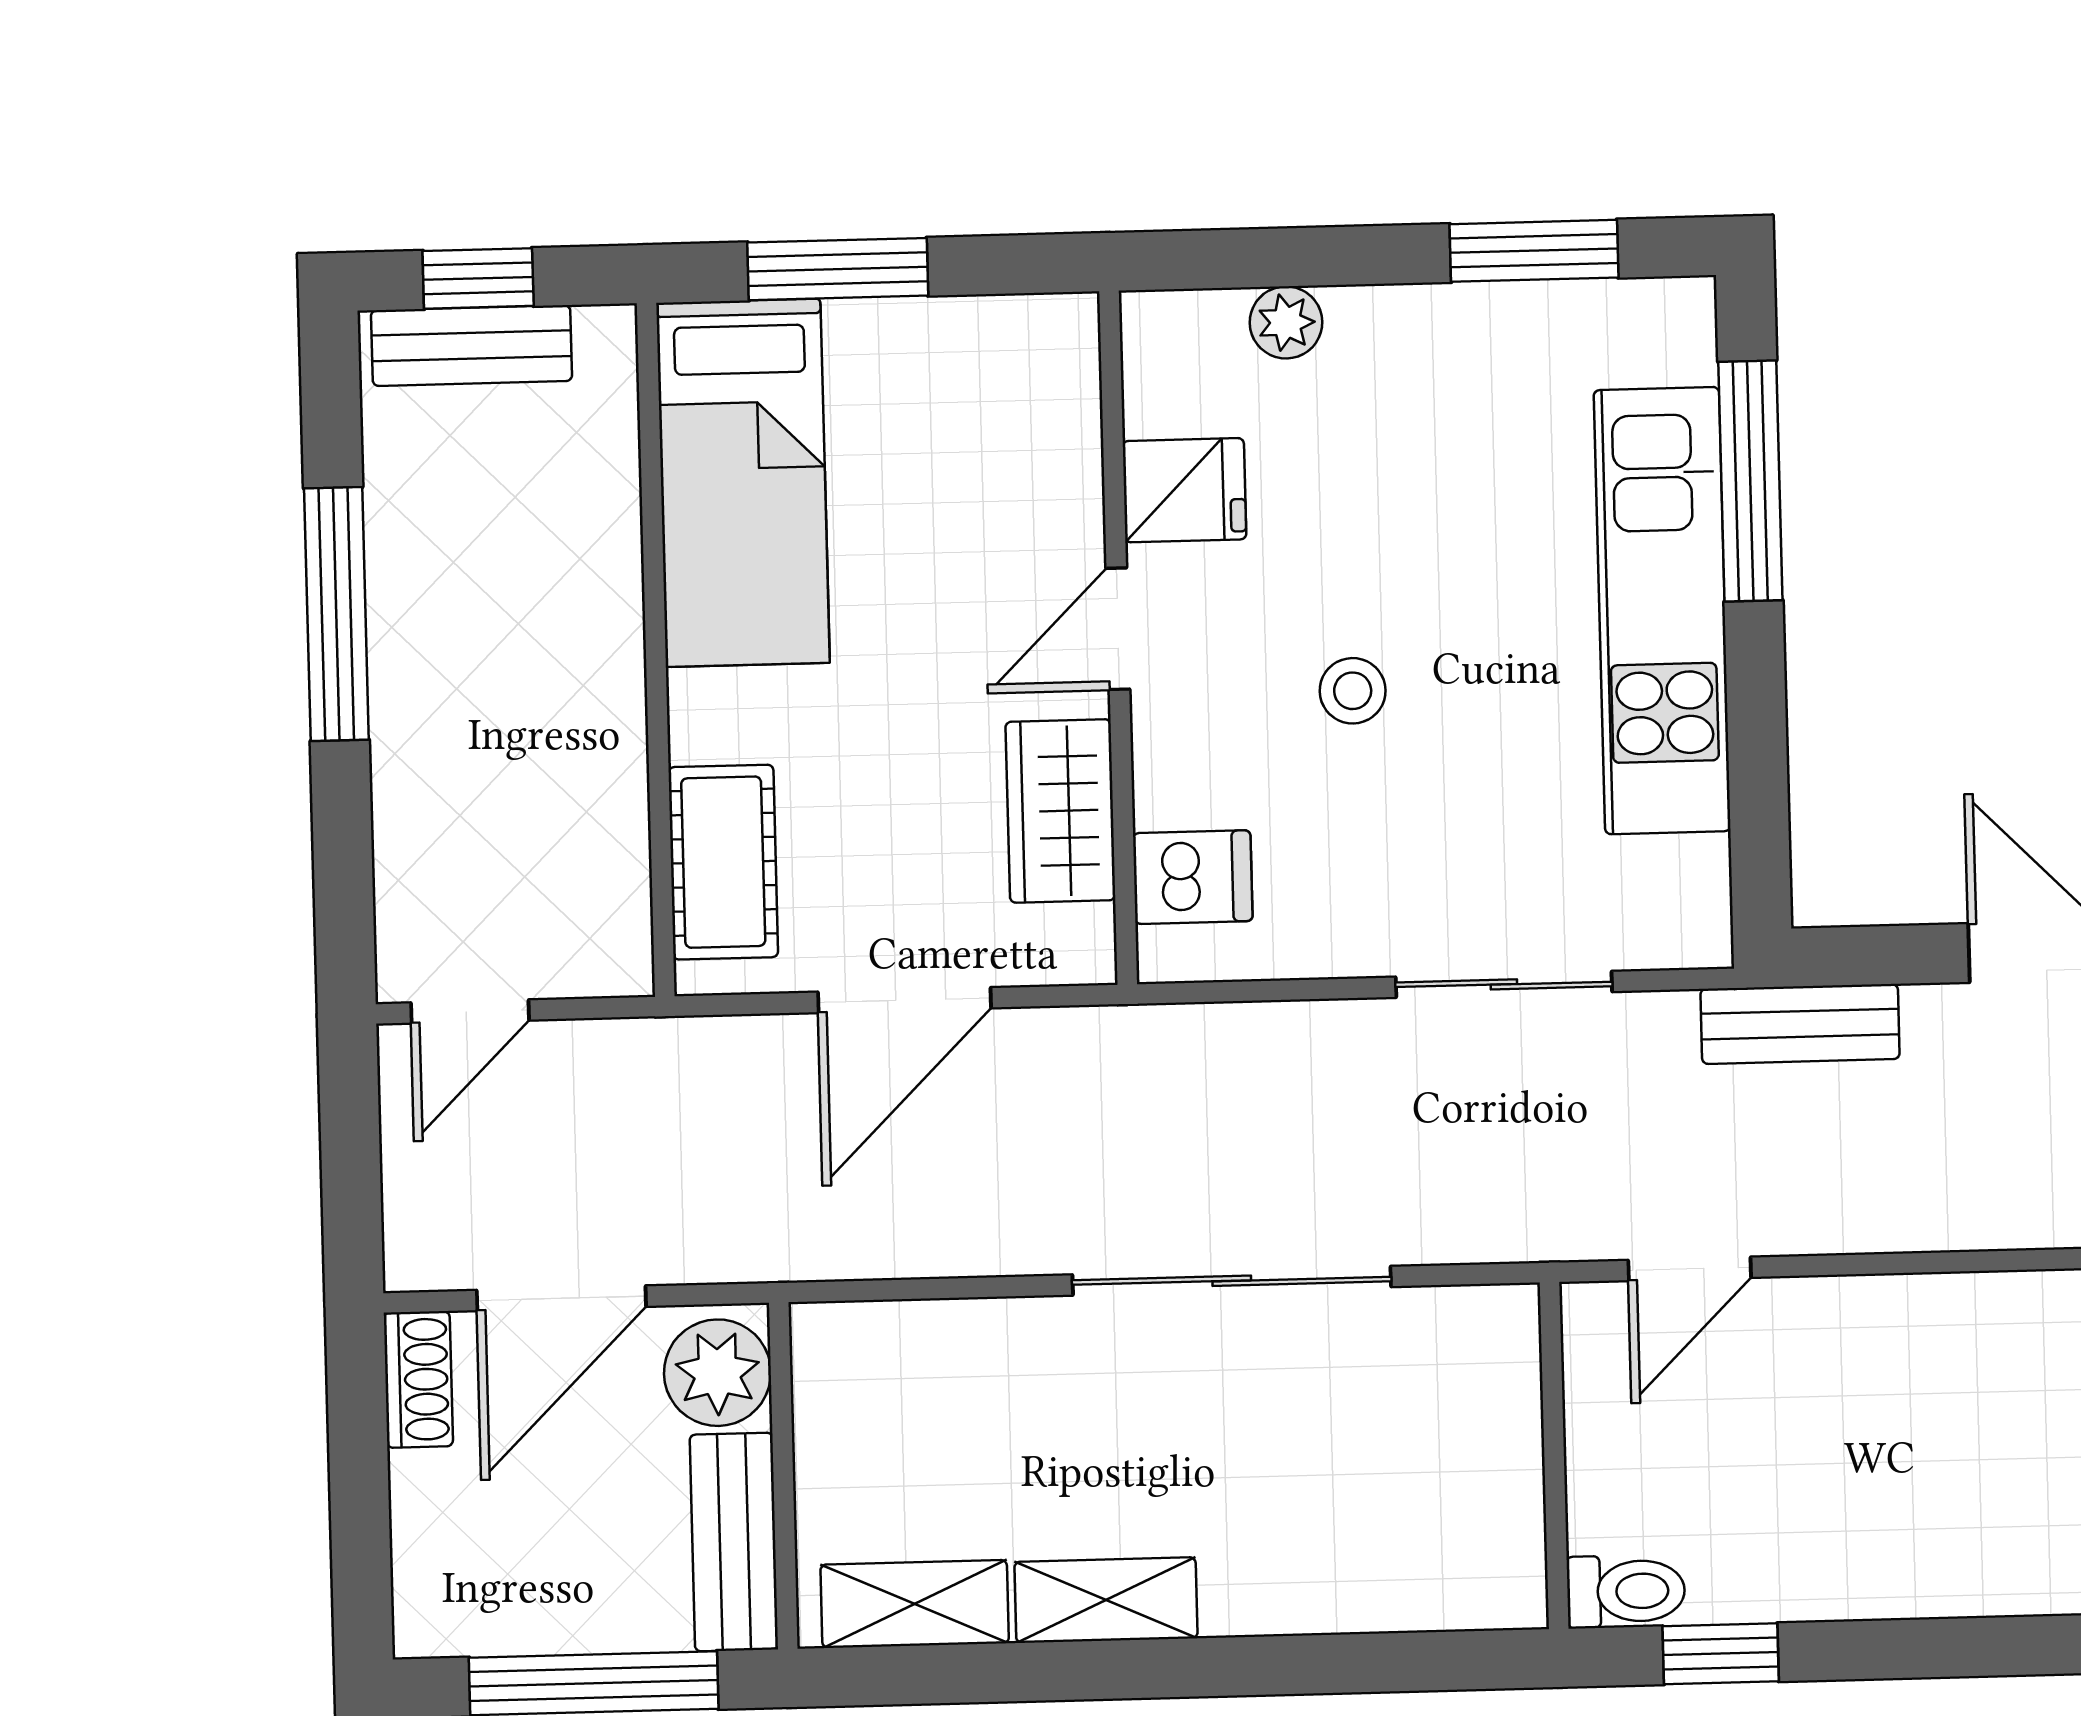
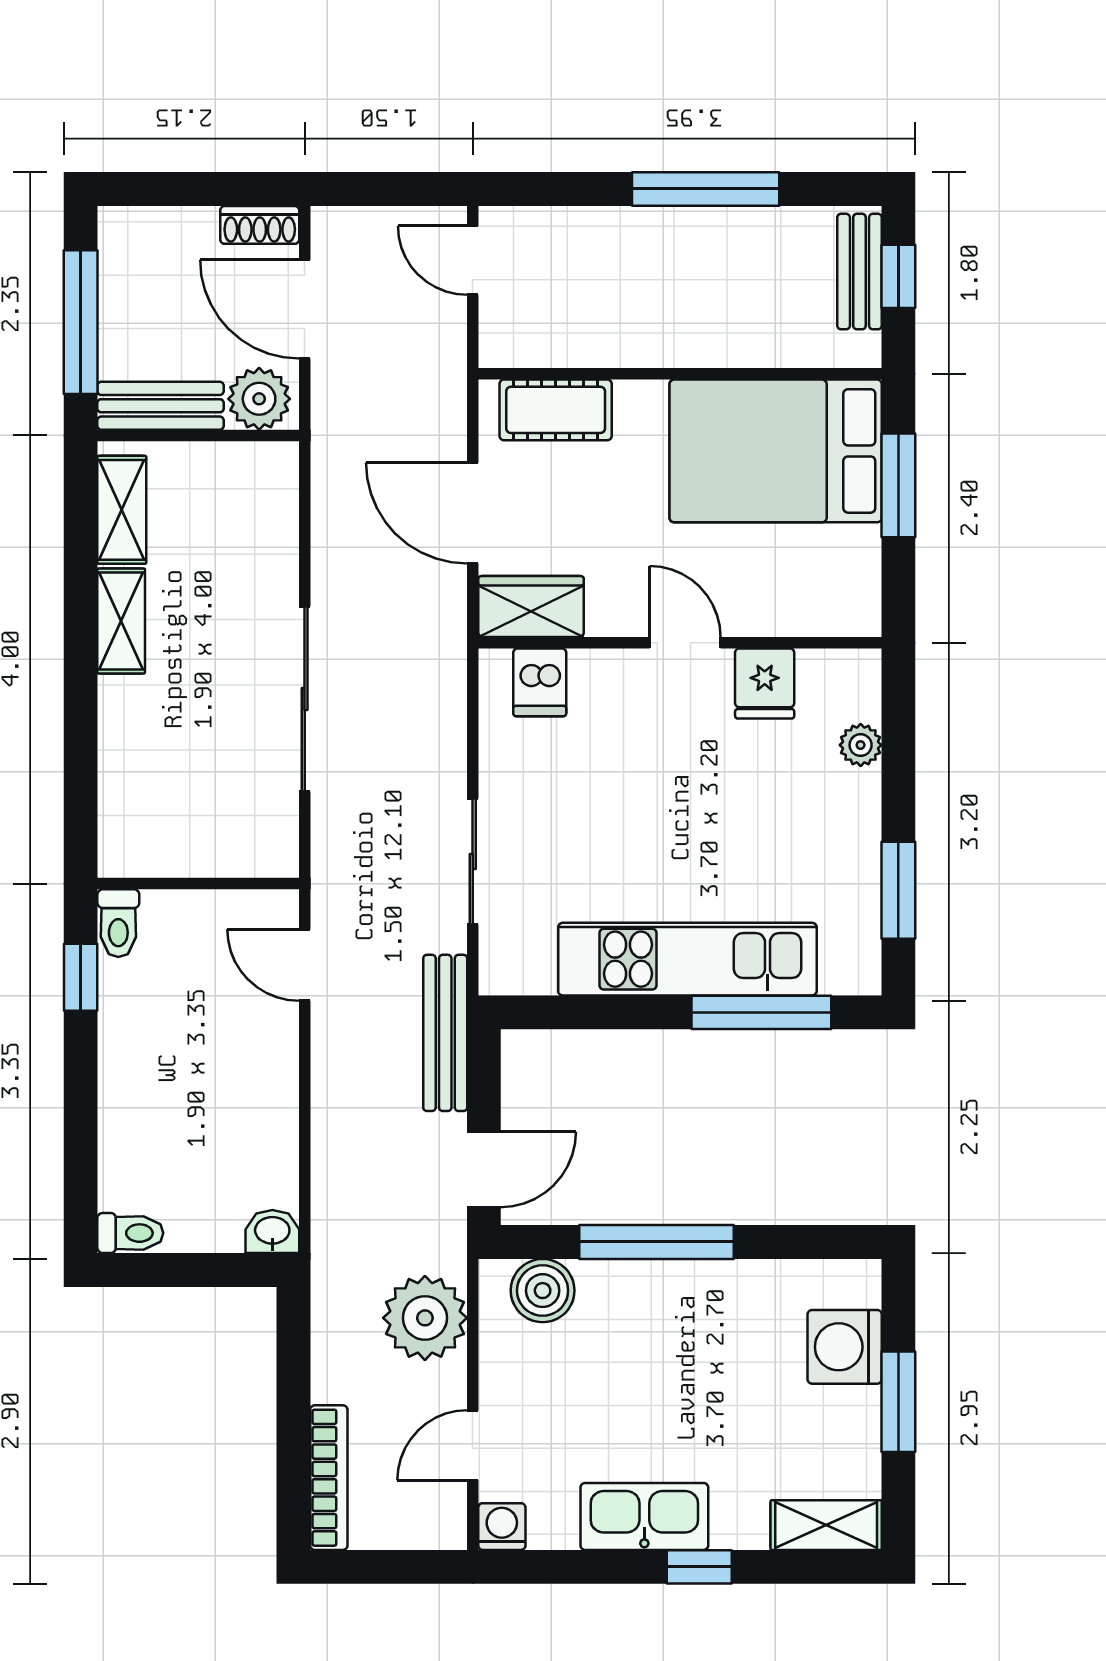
bed: (743, 483) -> (776, 451), width x1.50
stool: (1353, 691) -> (646, 778), removed
wardrobe: (1060, 811) -> (531, 607), moved
bench: (1800, 1024) -> (445, 1033), width x1.36

